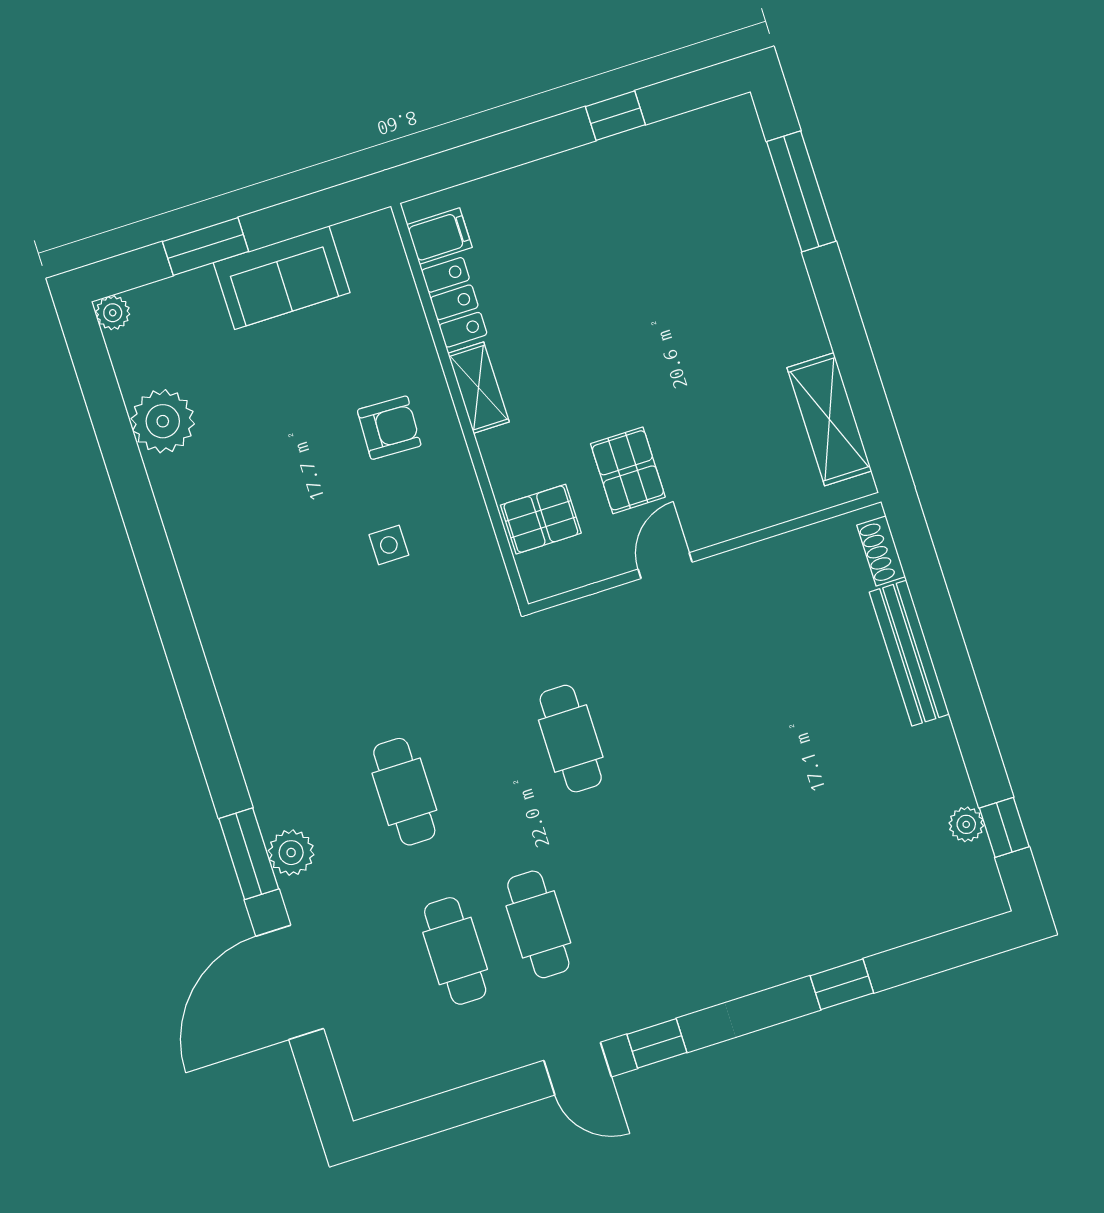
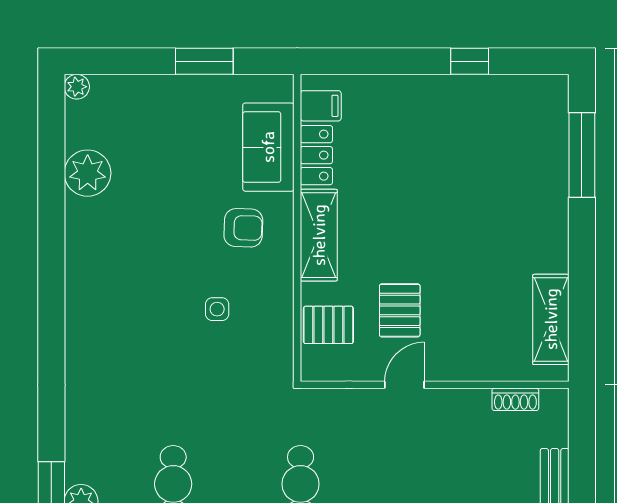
window: (206, 246) -> (204, 61), moved
sofa: (282, 278) -> (268, 147), moved, turned 90
shelving: (478, 388) -> (319, 235), width x1.50, depth x1.33
shoe rack: (881, 551) -> (515, 399), moved, turned -90

